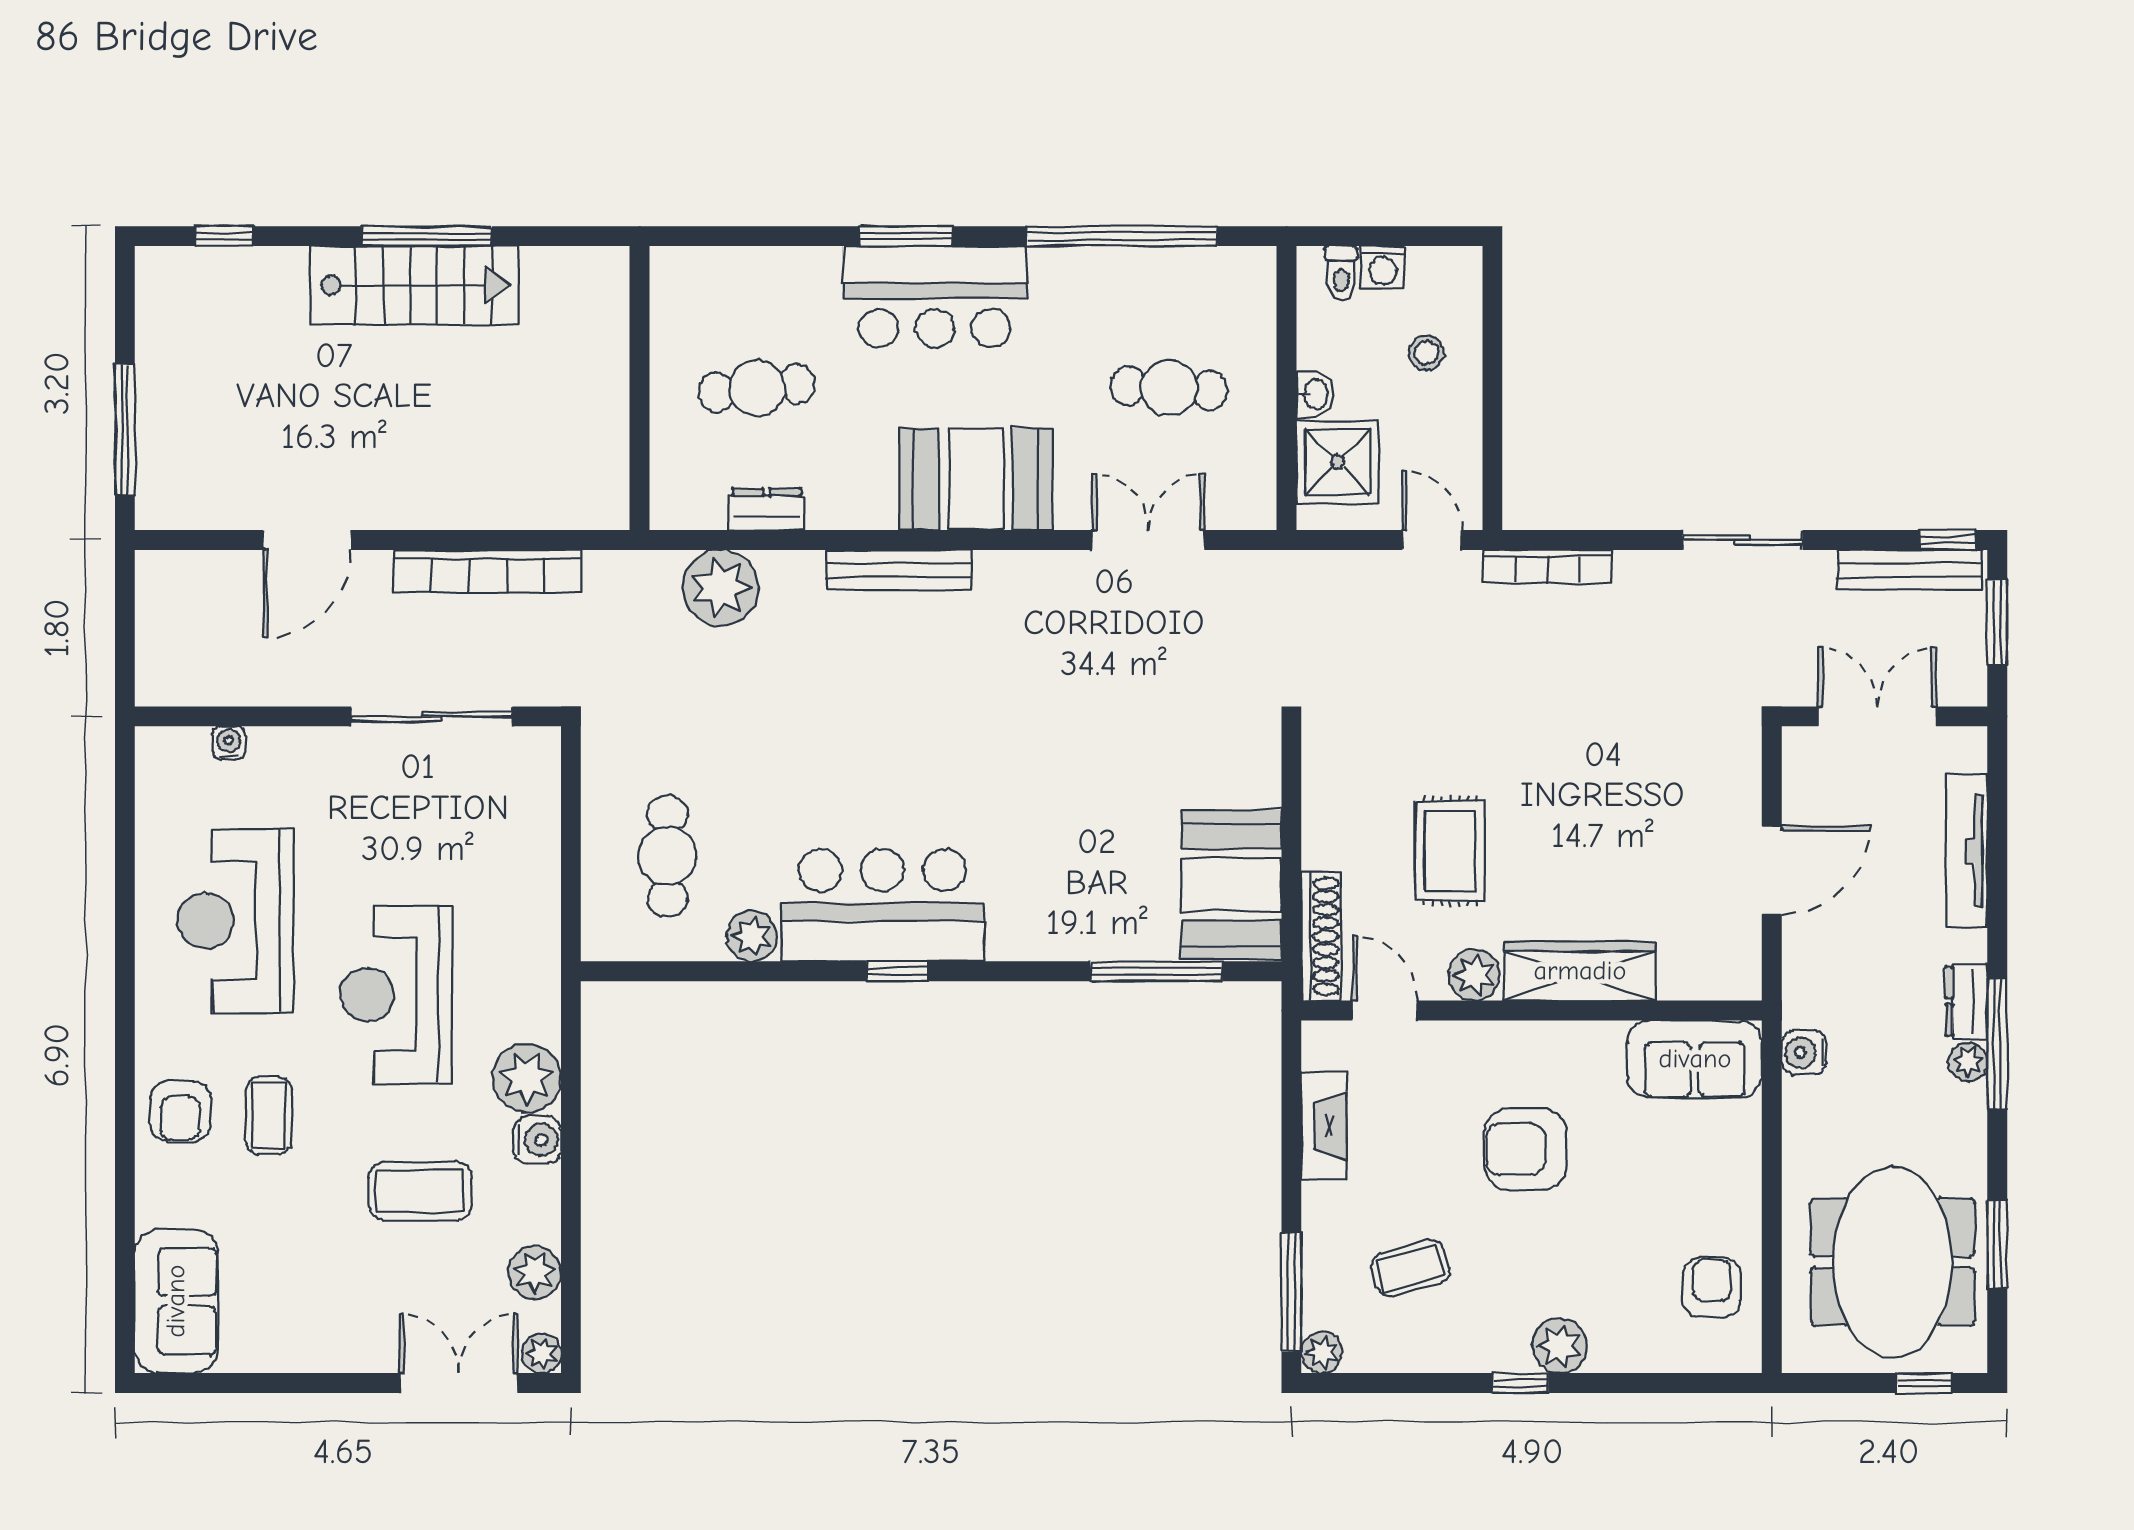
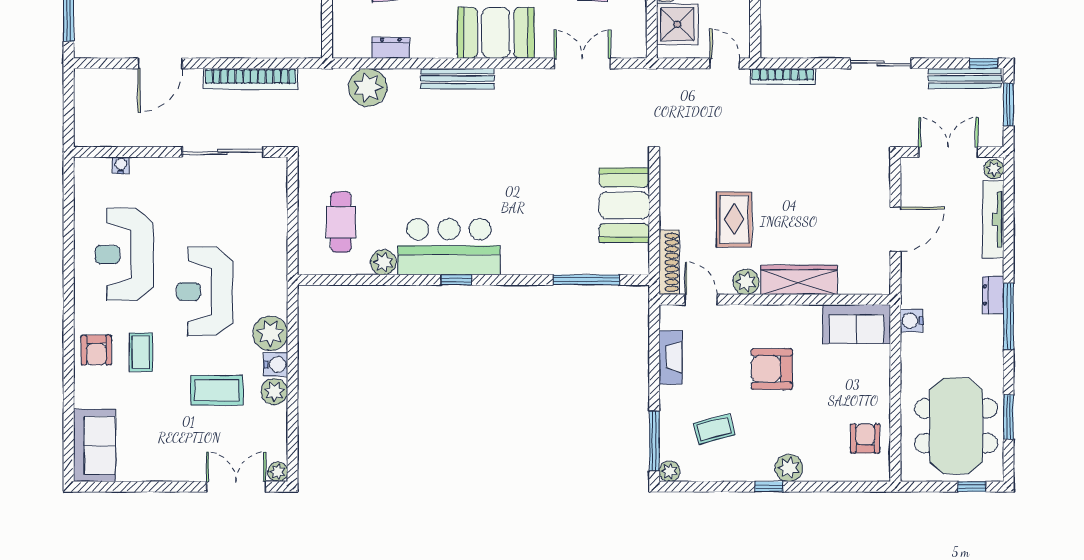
booth: (1232, 884) -> (624, 205), moved
plant: (1968, 1062) -> (994, 169), moved
plant: (535, 1273) -> (274, 392), moved

